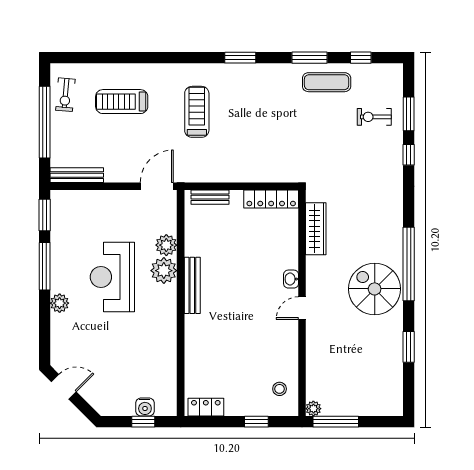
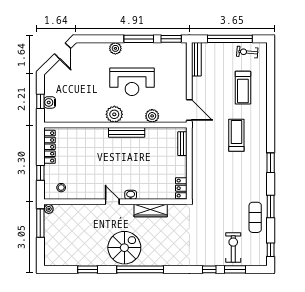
window: (361, 58) -> (271, 250), moved
treadmill: (122, 102) -> (243, 88), turned 180
treadmill: (197, 112) -> (236, 135), turned -90
exercise bike: (374, 117) -> (233, 247), width x1.38, depth x1.39
locker: (271, 199) -> (181, 188), width x0.66
wardrobe: (316, 229) -> (151, 211), moved
plant: (164, 271) -> (114, 114), moved
reception desk: (112, 277) -> (132, 82), turned 180
locker: (206, 407) -> (50, 147), width x1.53

